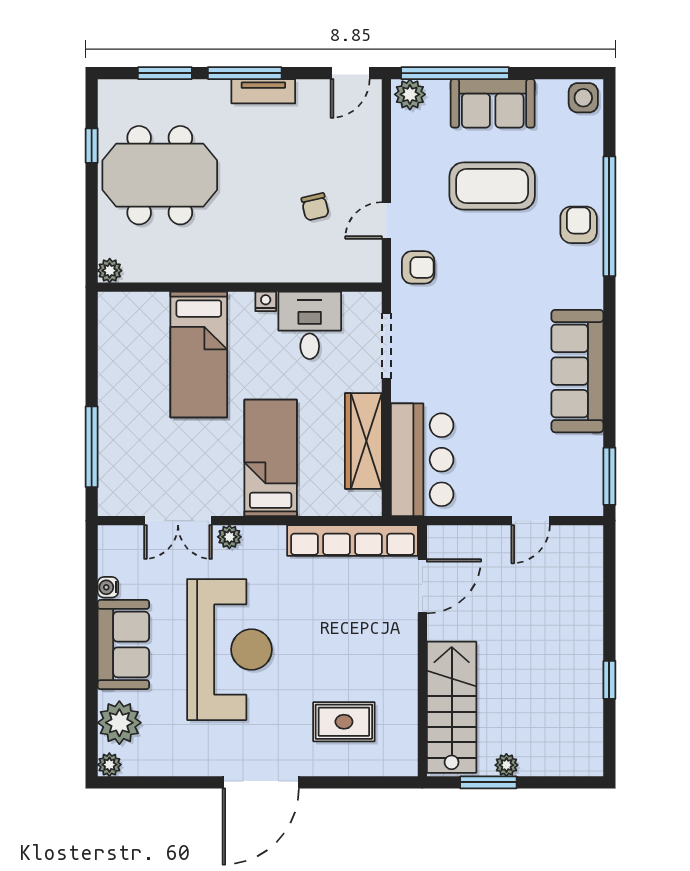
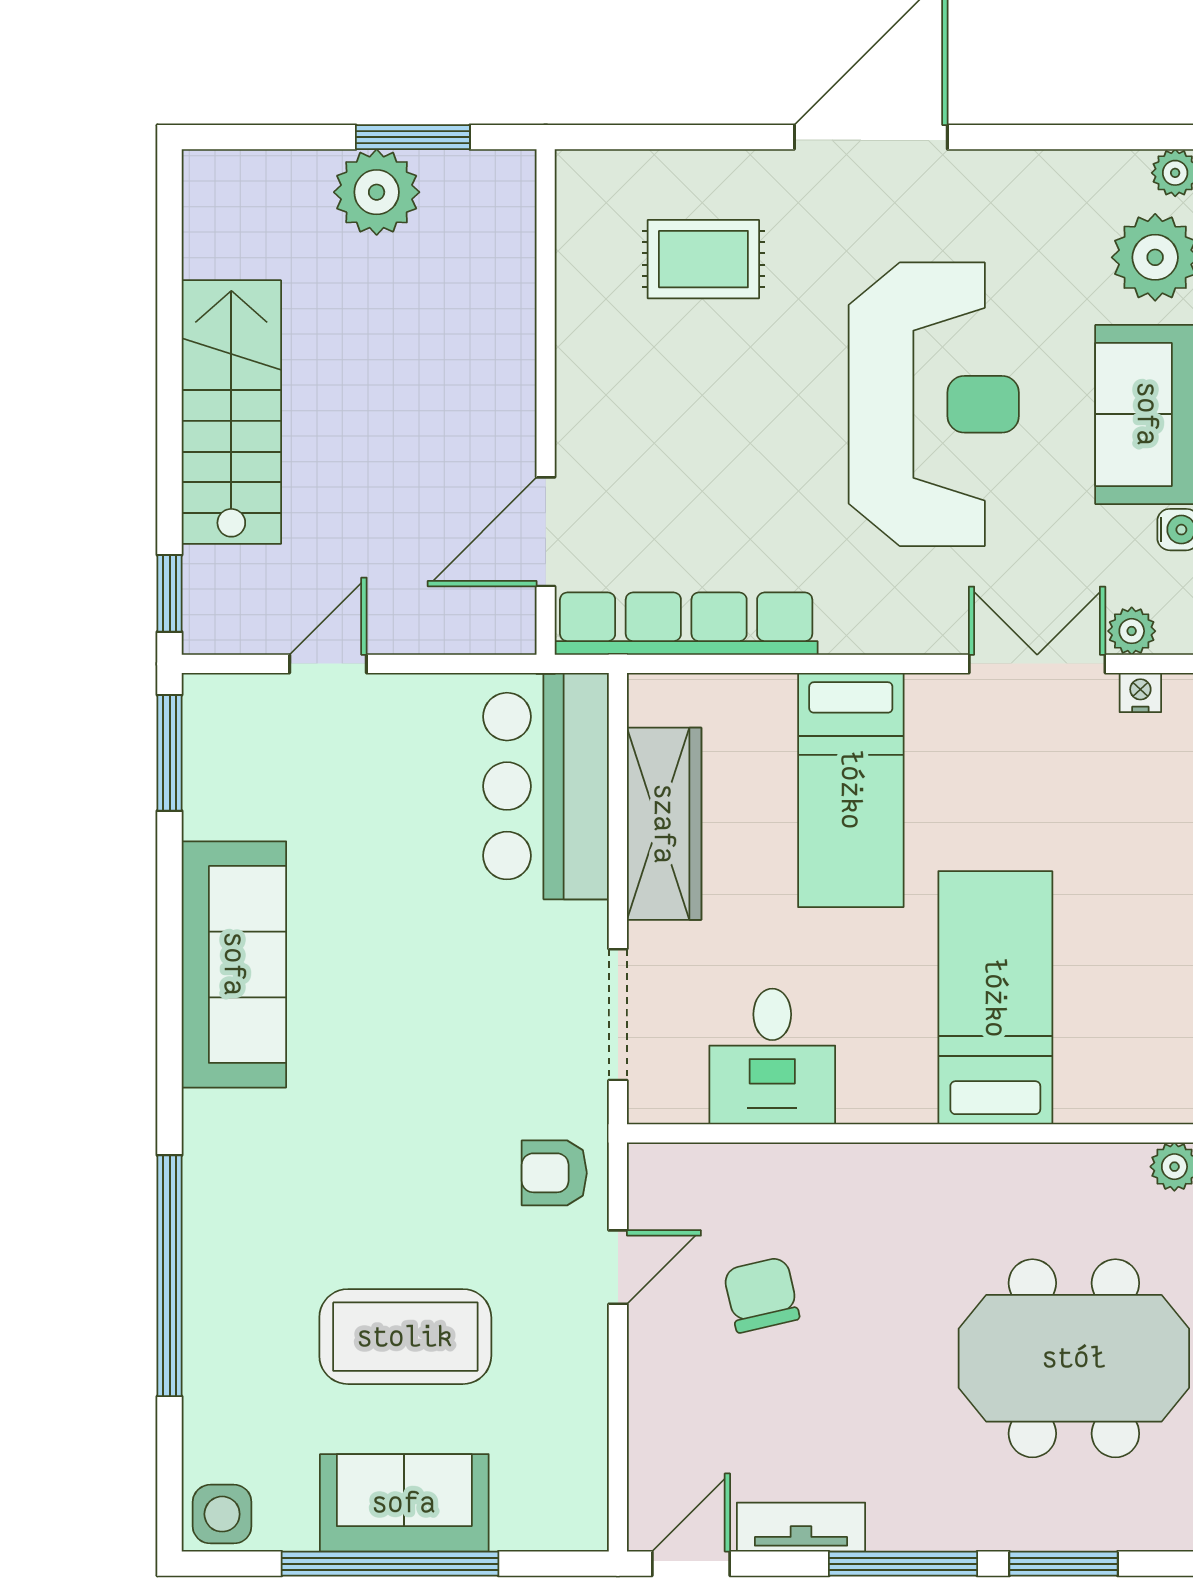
window: (455, 73) -> (390, 1564), moved
tv unit: (263, 91) -> (801, 1527), moved
plant: (410, 94) -> (571, 1521), removed
chair: (315, 207) -> (761, 1295), width x1.37, depth x1.37
armchair: (579, 225) -> (232, 1259), removed
nightstand: (266, 301) -> (1140, 693), moved, turned 180
plant: (229, 537) -> (1132, 631), moved
reception desk: (229, 650) -> (934, 404), turned 180
window: (609, 680) -> (170, 593), moved
stairs: (452, 707) -> (231, 412), moved, turned 180
plant: (506, 765) -> (377, 192), width x1.88, depth x1.88

